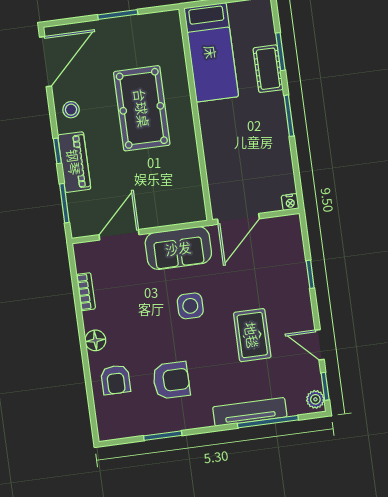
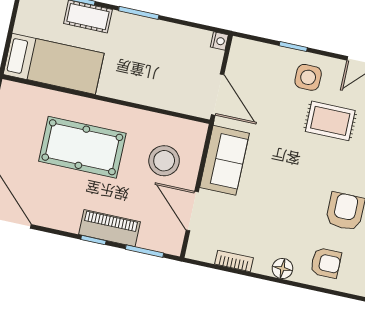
stool: (71, 110) -> (164, 161), moved, width x1.89, depth x1.89
side table: (190, 306) -> (308, 77), moved

